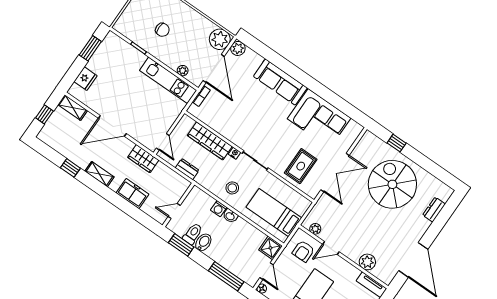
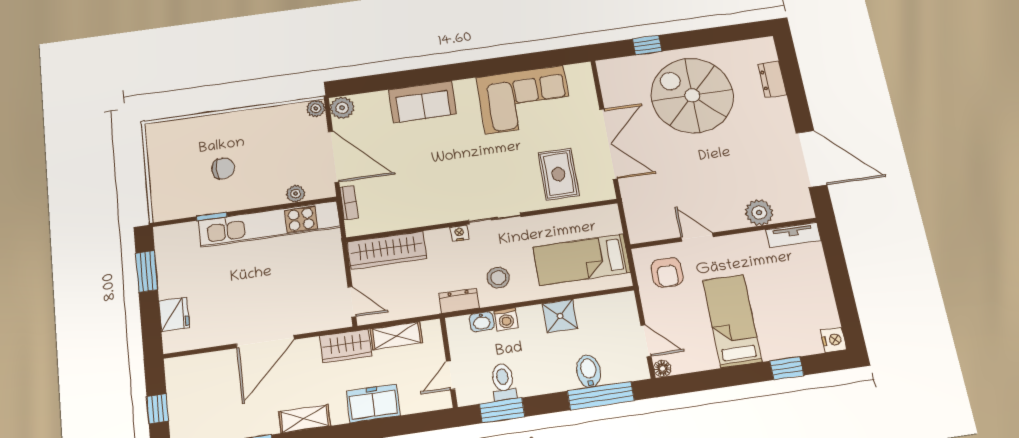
plant: (220, 39) -> (316, 108), width x0.53, depth x0.53
kitchen unit: (168, 80) -> (269, 224), width x1.36
sofa: (280, 82) -> (423, 102), width x0.73
shelving: (73, 108) -> (396, 336), moved
wardrobe: (210, 141) -> (387, 250), moved
dresser: (187, 169) -> (459, 301), moved
washbasin: (230, 216) -> (482, 322), moved
plant: (315, 229) -> (654, 232), removed
bidet: (203, 242) -> (589, 371), moved
shower: (270, 248) -> (560, 316), moved
door: (331, 248) -> (697, 237), swing flipped

